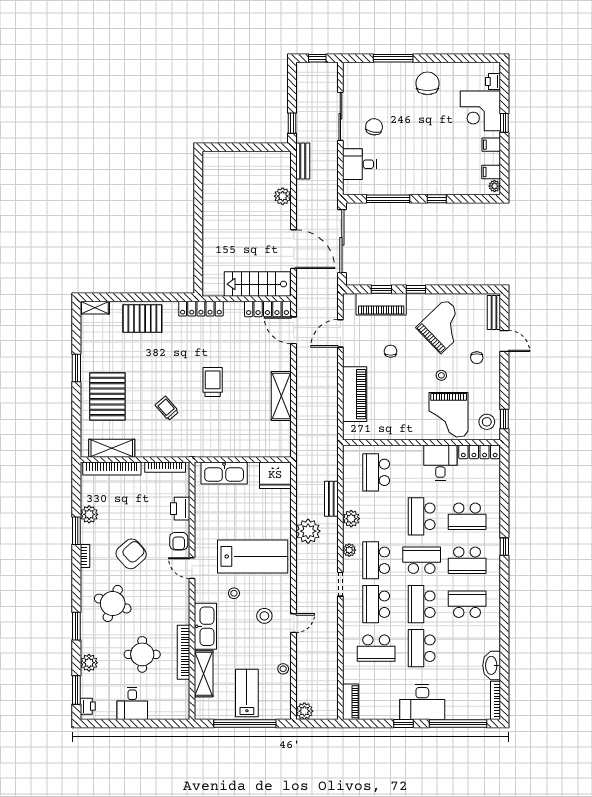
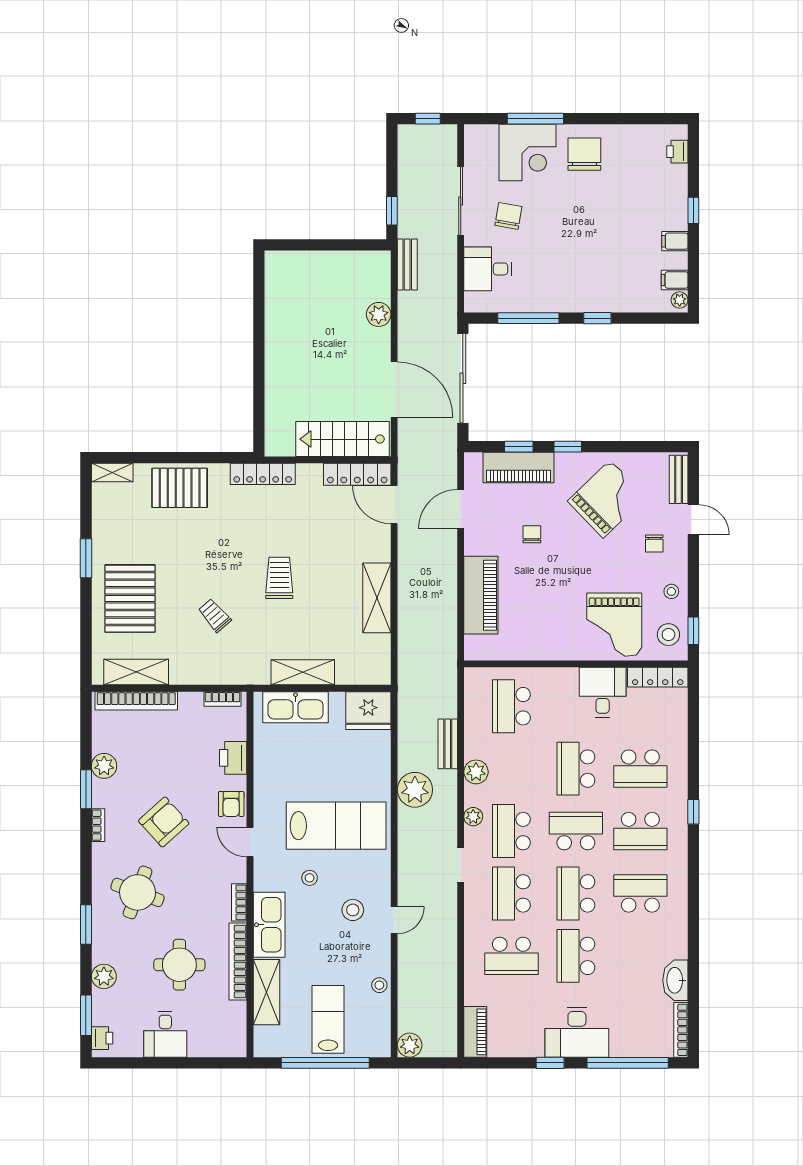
corner desk: (480, 111) -> (528, 152), moved, turned -90
stool: (441, 375) -> (671, 591), moved
shelving: (229, 448) -> (303, 672), added
bookcase: (165, 467) -> (222, 699), width x0.64
bookcase: (184, 611) -> (239, 902), added

